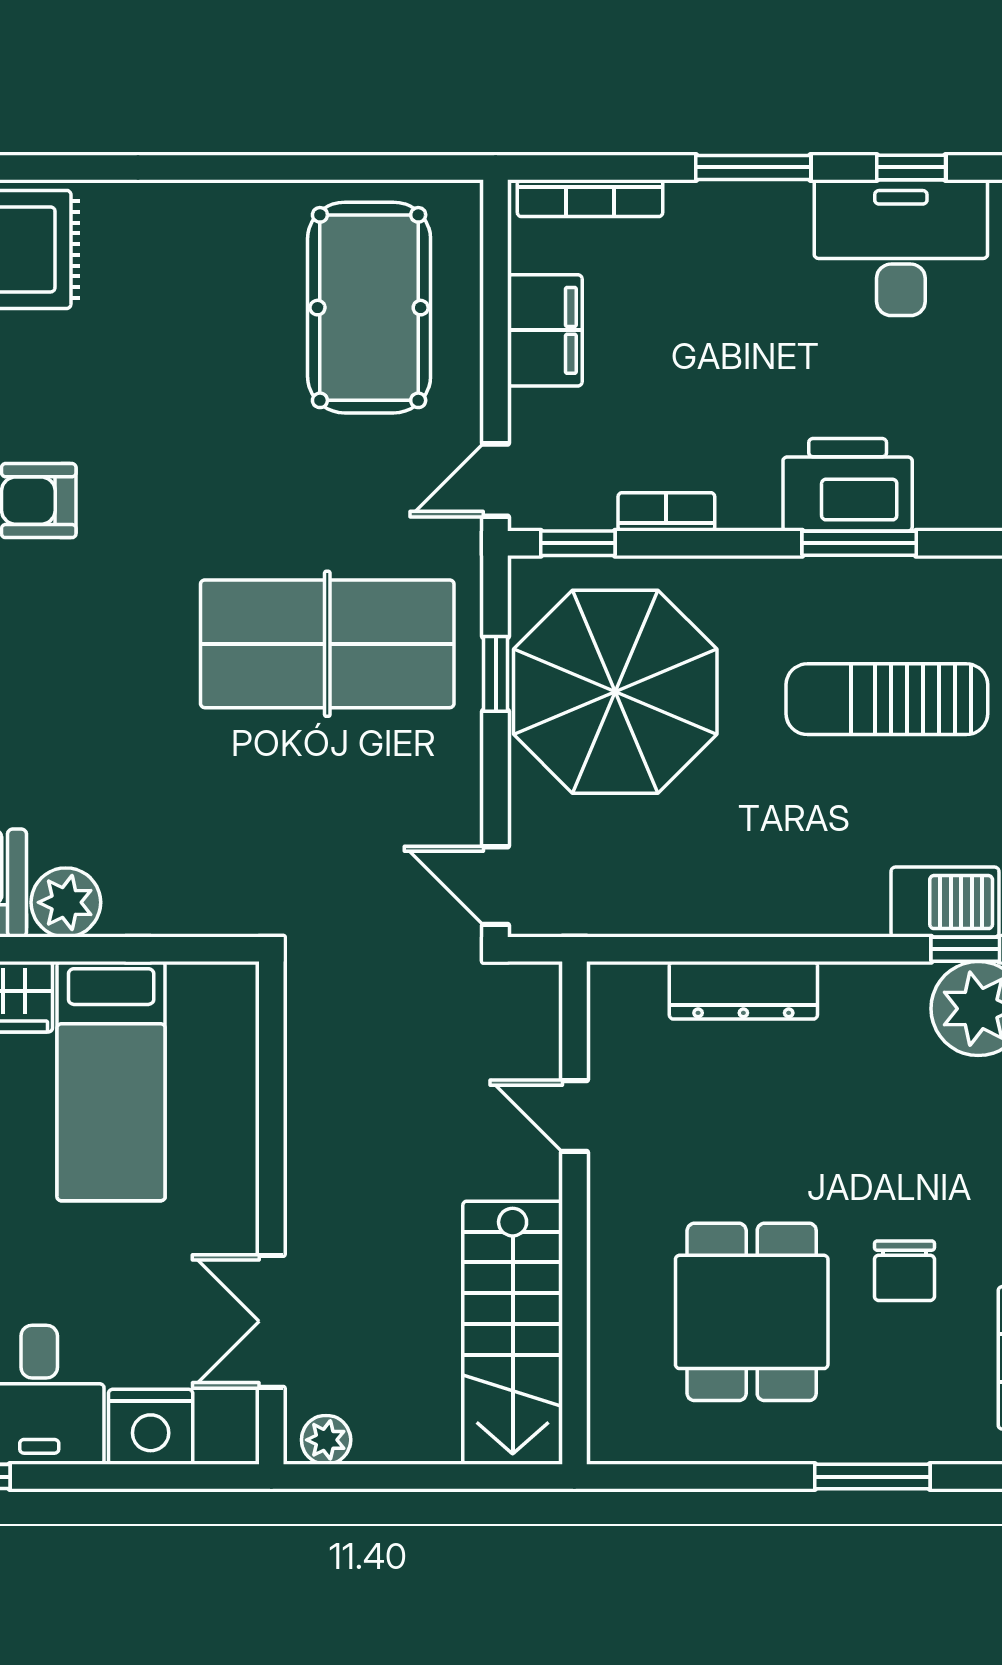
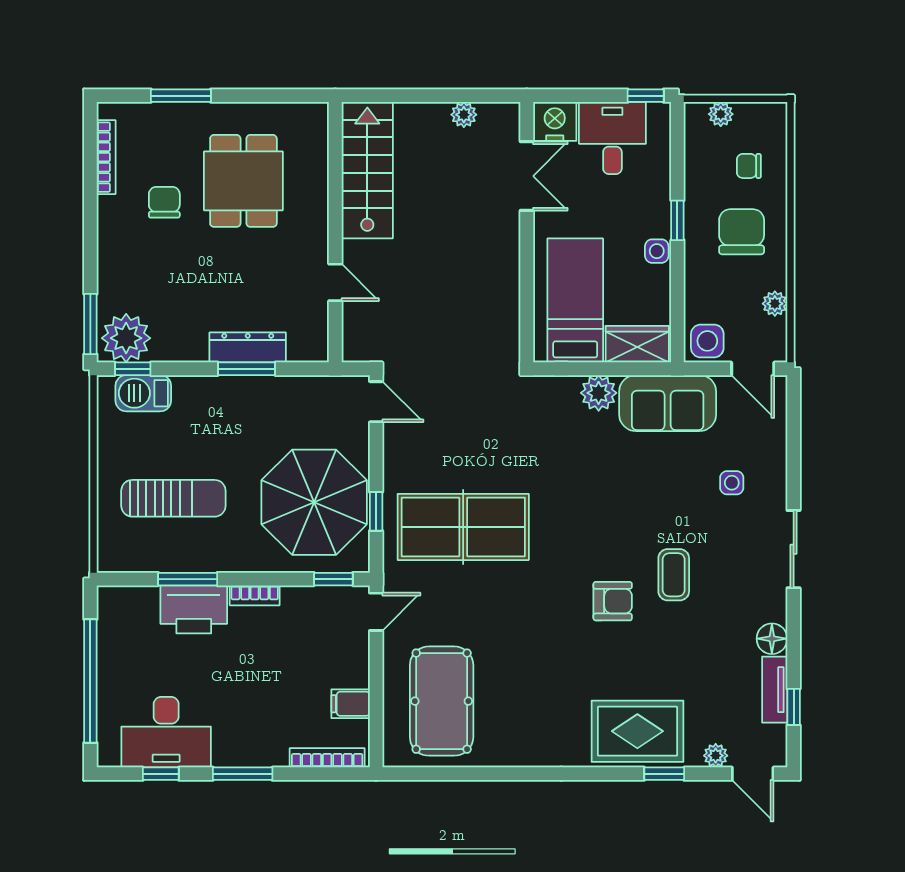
filing cabinet: (545, 330) -> (351, 704), width x0.50
bookcase: (666, 512) -> (255, 595), moved
window: (746, 949) -> (246, 369), added
wall: (271, 1213) -> (527, 232), moved
double door: (271, 1321) -> (527, 176), moved

